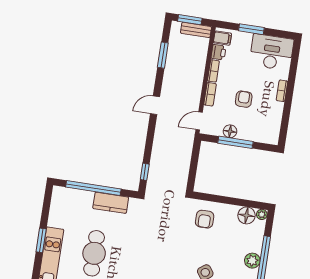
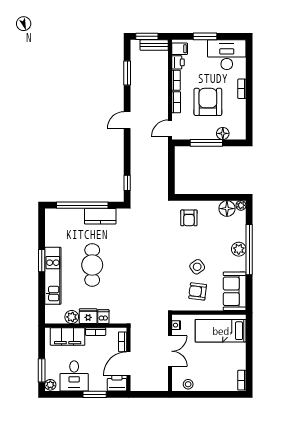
armchair: (244, 99) -> (208, 102), width x1.88, depth x1.88
floor lamp: (230, 131) -> (223, 133), moved

